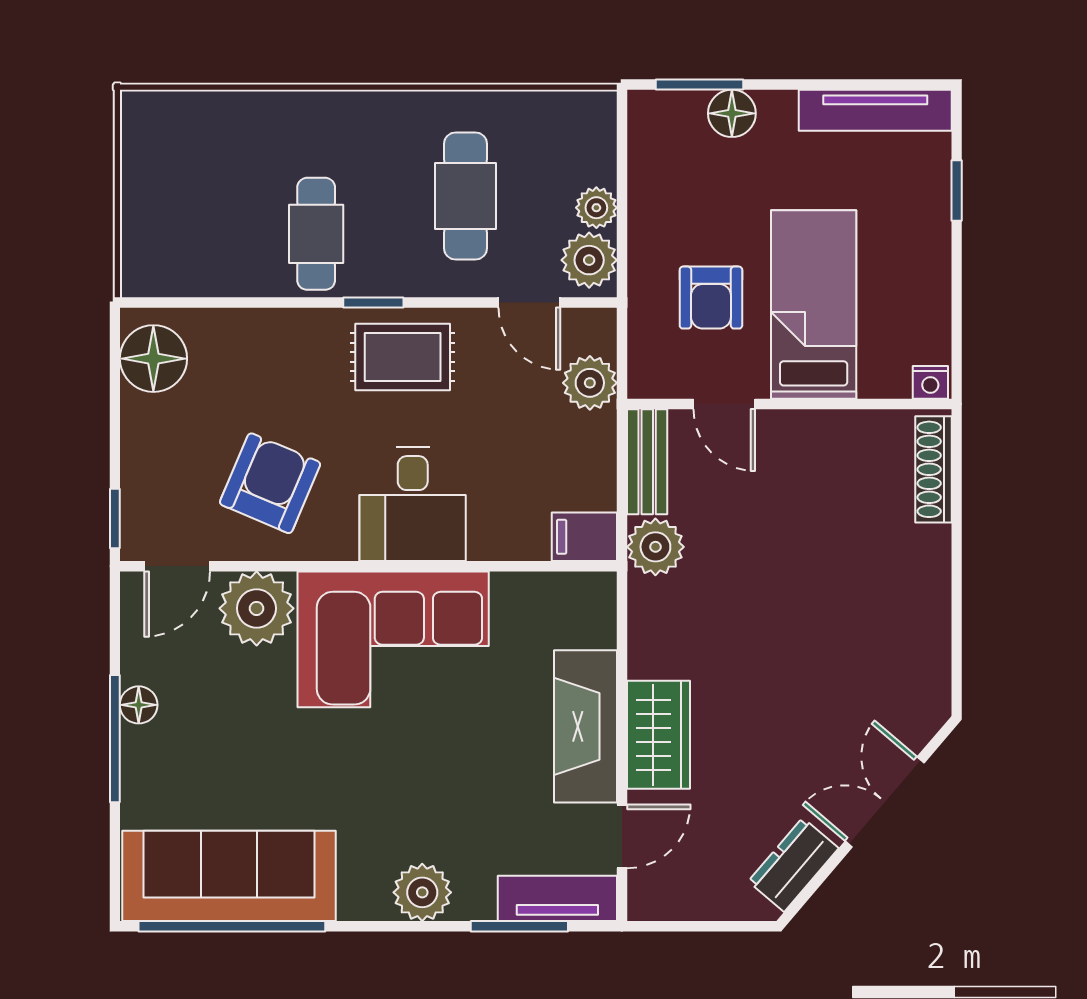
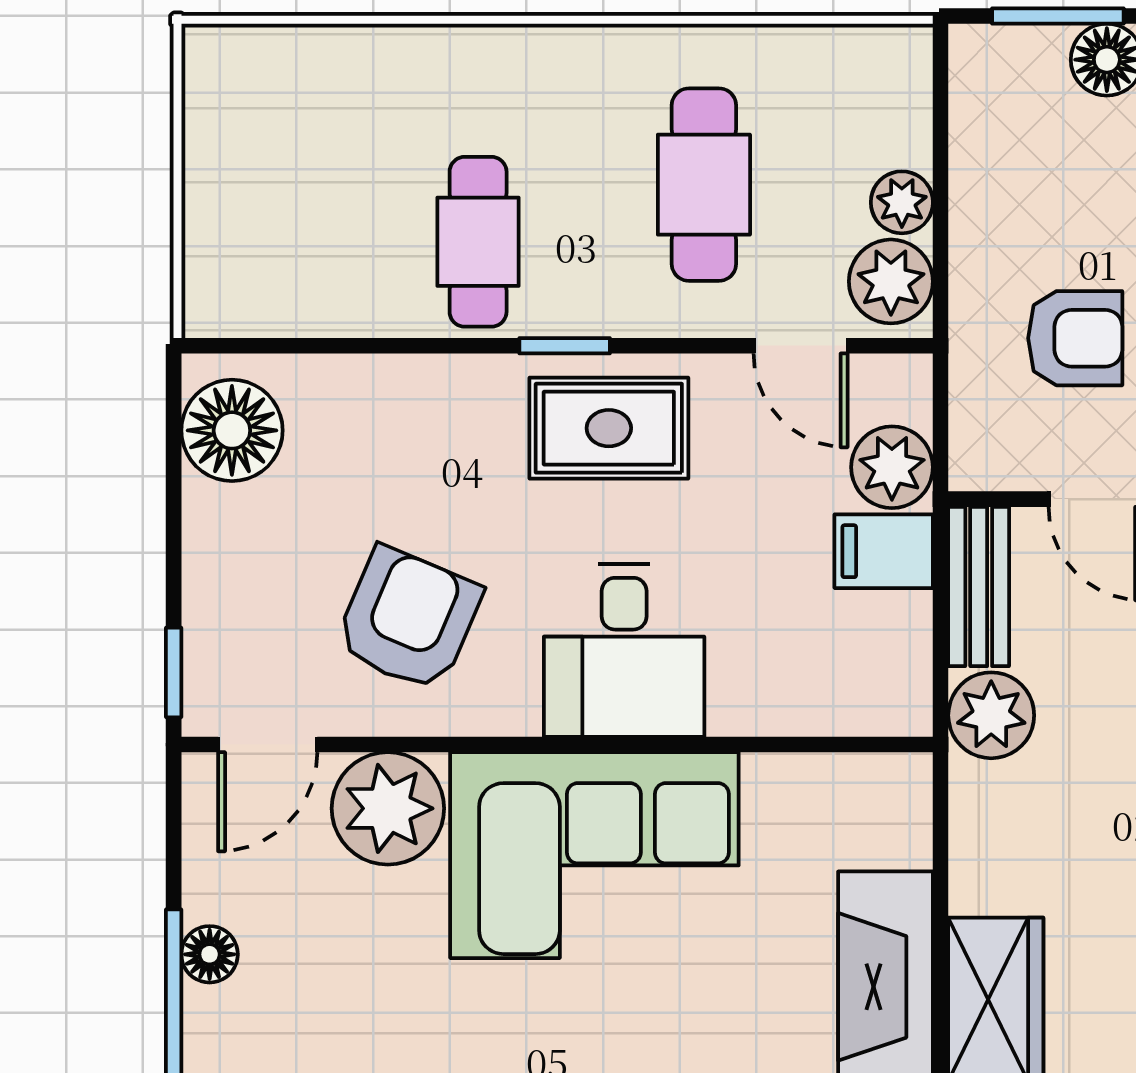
armchair: (711, 298) -> (1075, 338), turned -90
filing cabinet: (584, 537) -> (884, 551), moved

